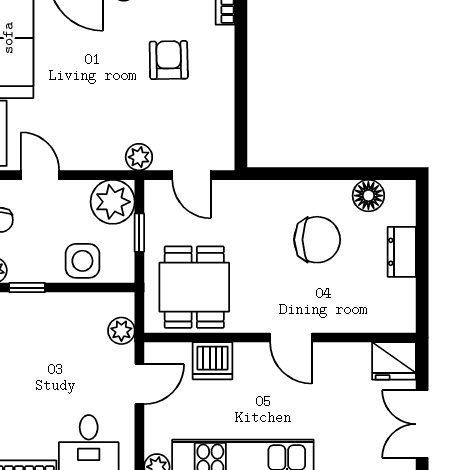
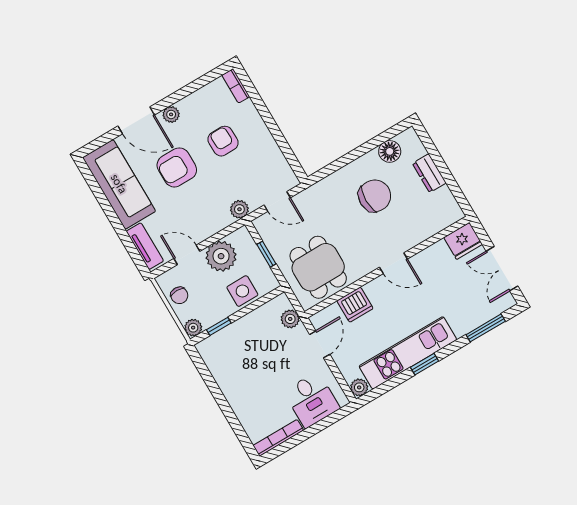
armchair: (92, 59) -> (177, 167), added
plant: (113, 202) -> (221, 256), moved

